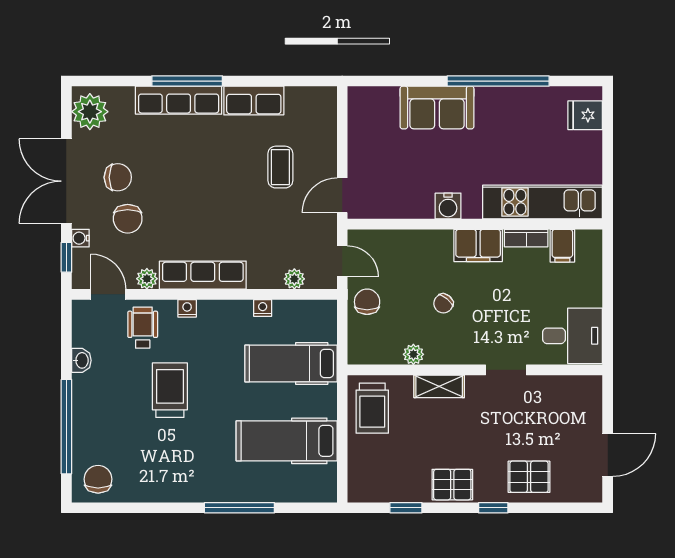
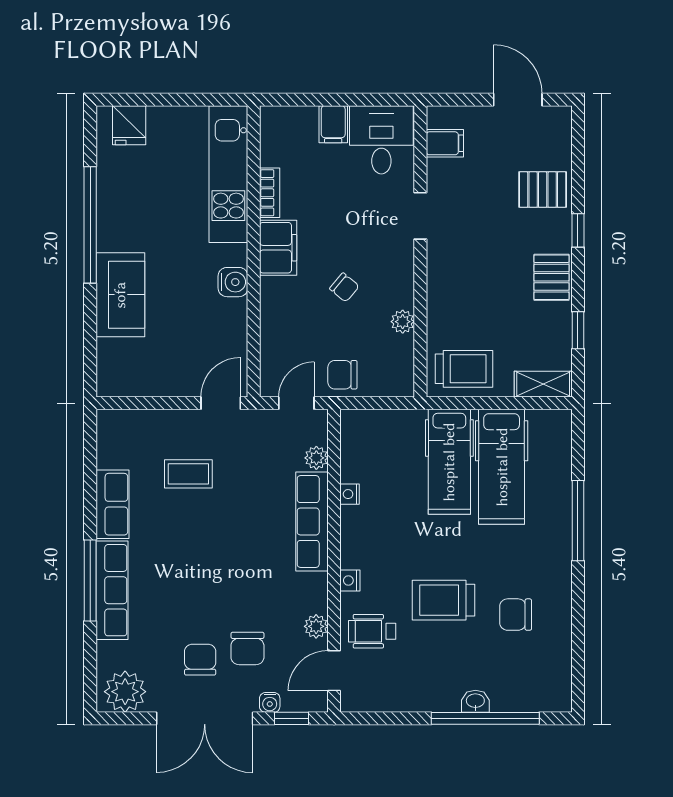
door: (342, 195) -> (221, 403), swing flipped
chair: (128, 219) -> (247, 648), turned 90
filing cabinet: (562, 246) -> (333, 124), moved, turned 90
row of seats: (203, 275) -> (312, 521), moved
washbasin: (81, 360) -> (475, 701), moved
hospital bed: (291, 363) -> (449, 462), moved
shelving: (439, 386) -> (543, 384), moved, turned 90
filing cabinet: (569, 391) -> (445, 143), added
pallet: (529, 477) -> (543, 190), turned 90
chair: (98, 479) -> (516, 615), moved

